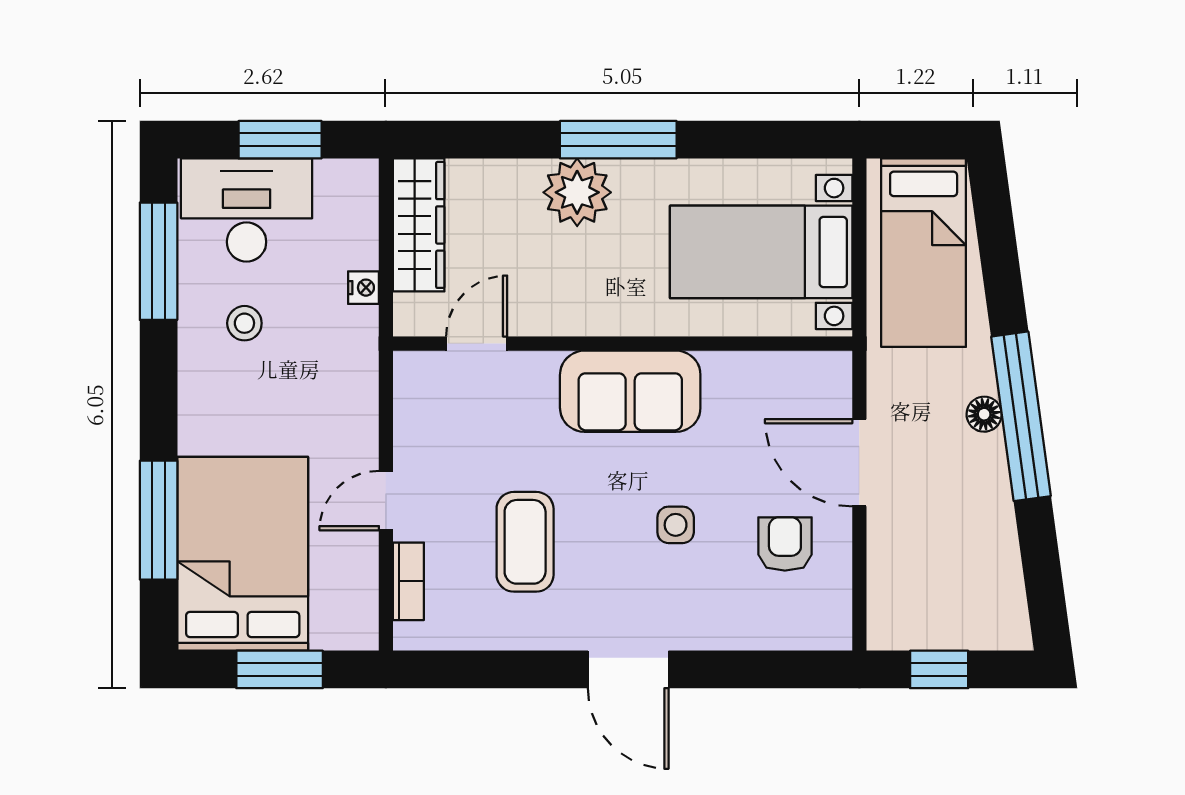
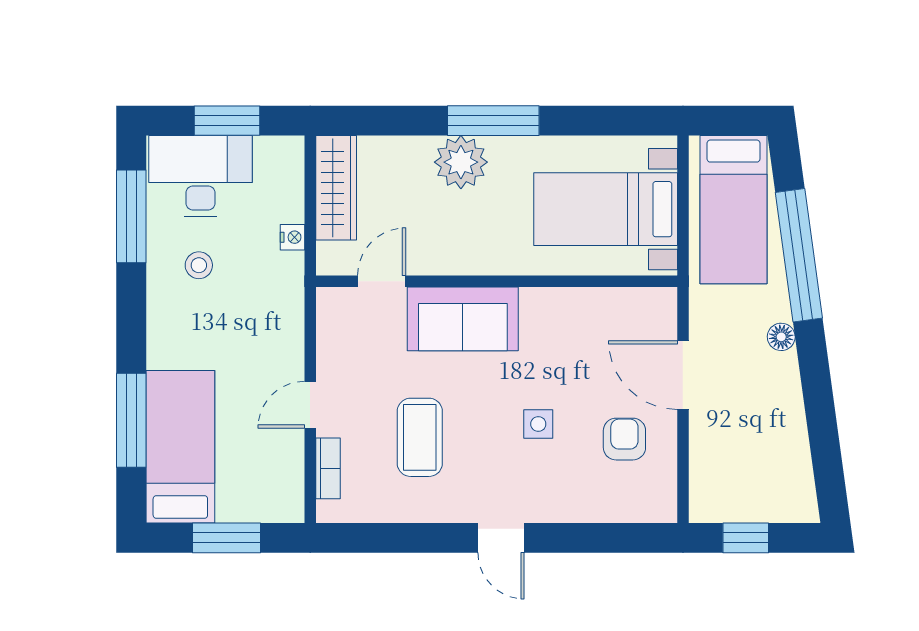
sofa: (630, 391) -> (463, 319), moved
window: (1021, 416) -> (799, 255), moved
bed: (243, 554) -> (180, 447), width x0.67
door: (628, 669) -> (501, 538), width x0.73

